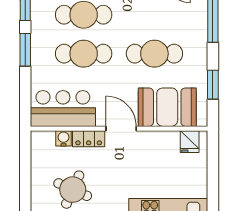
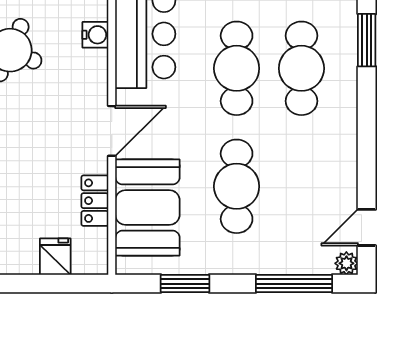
locker: (89, 139) -> (95, 201), moved
fridge: (190, 142) -> (55, 257), moved, turned 90

